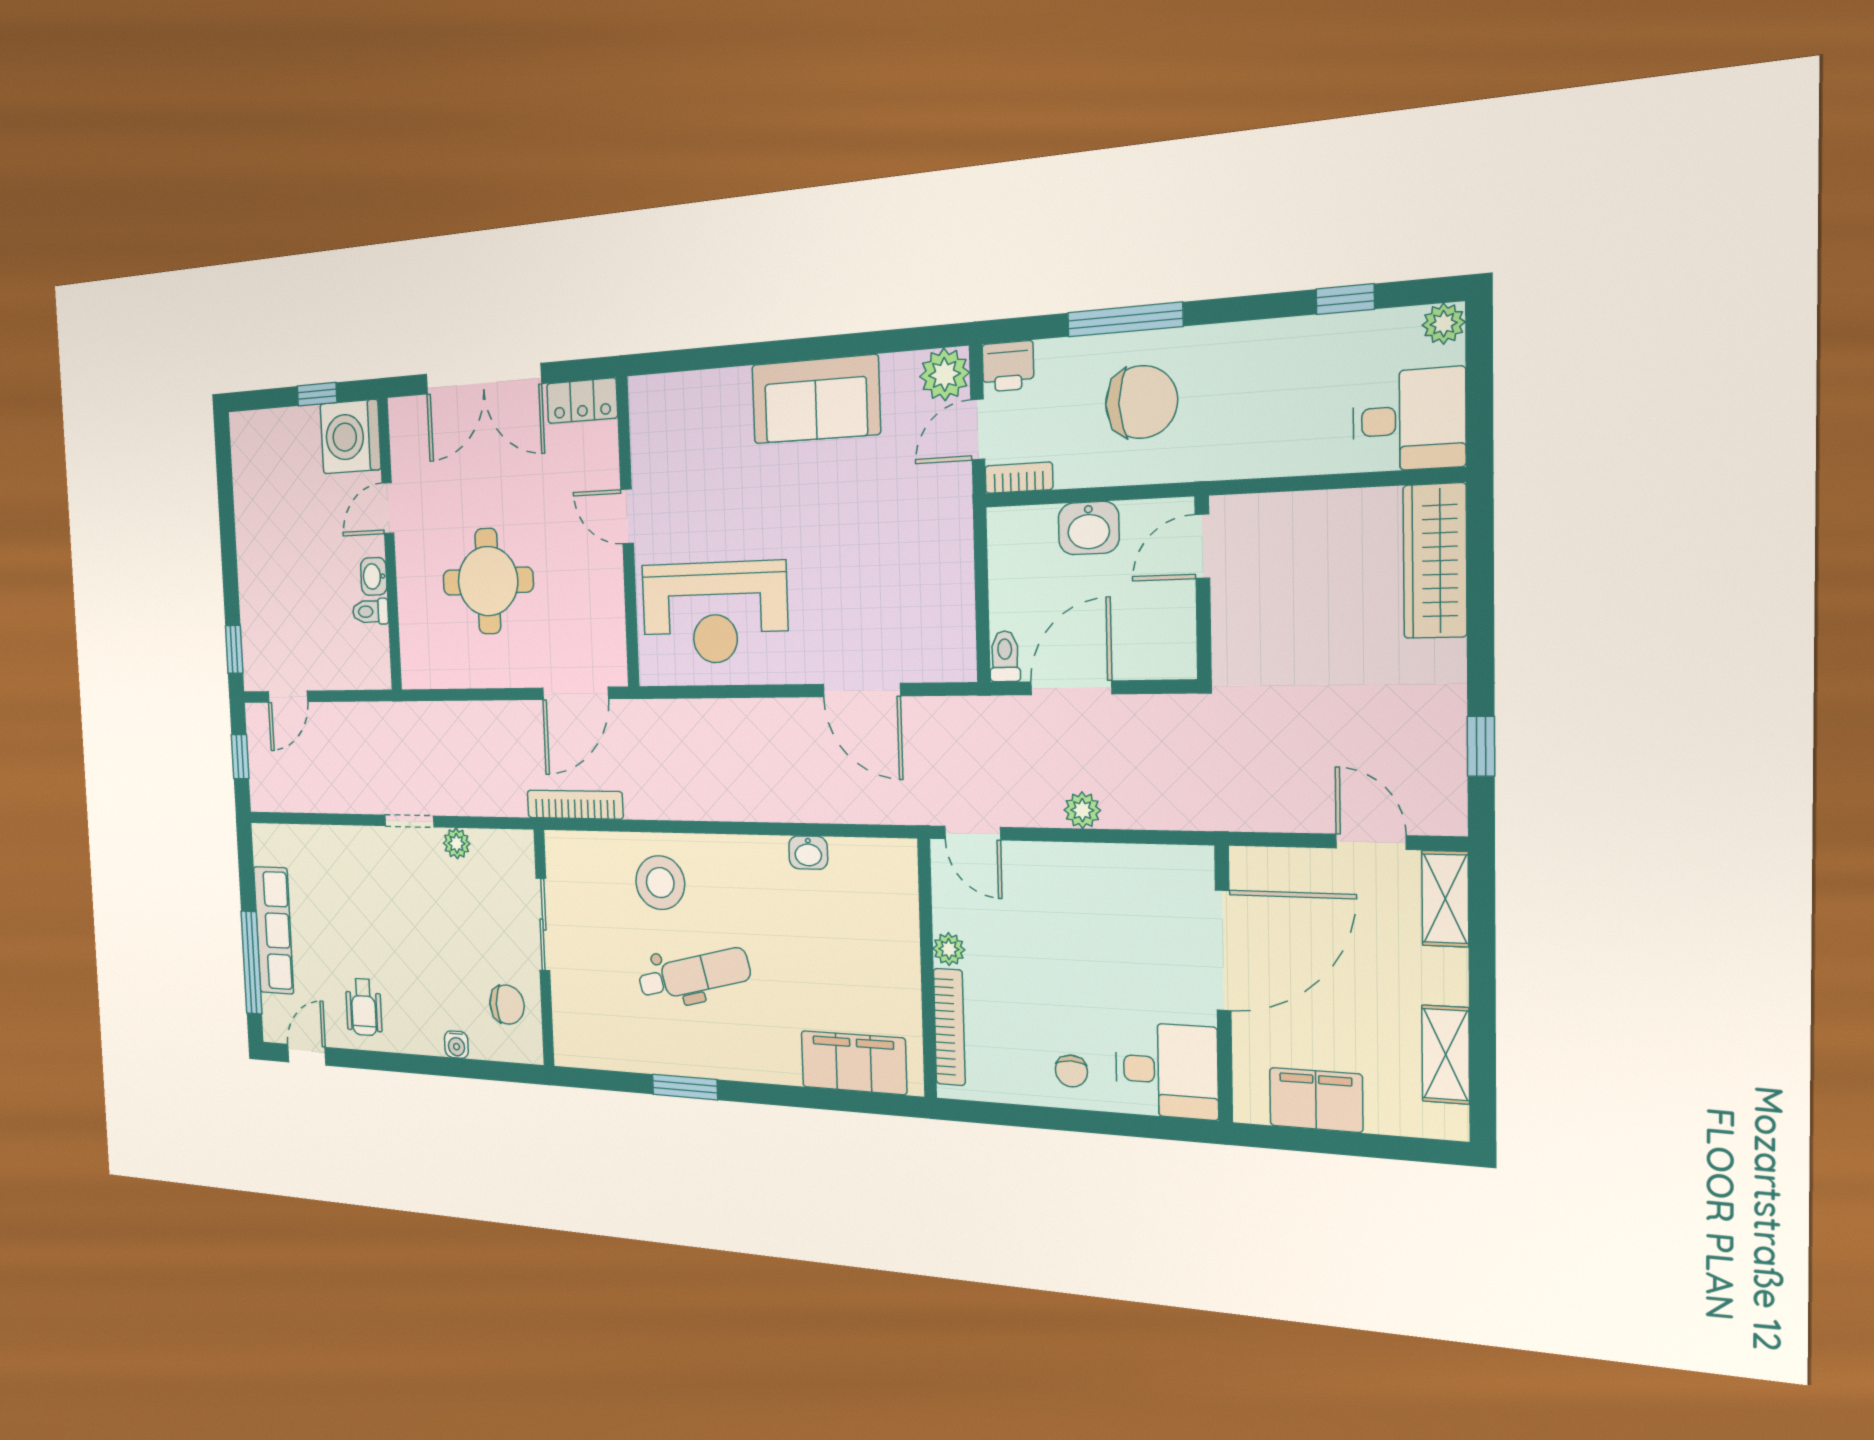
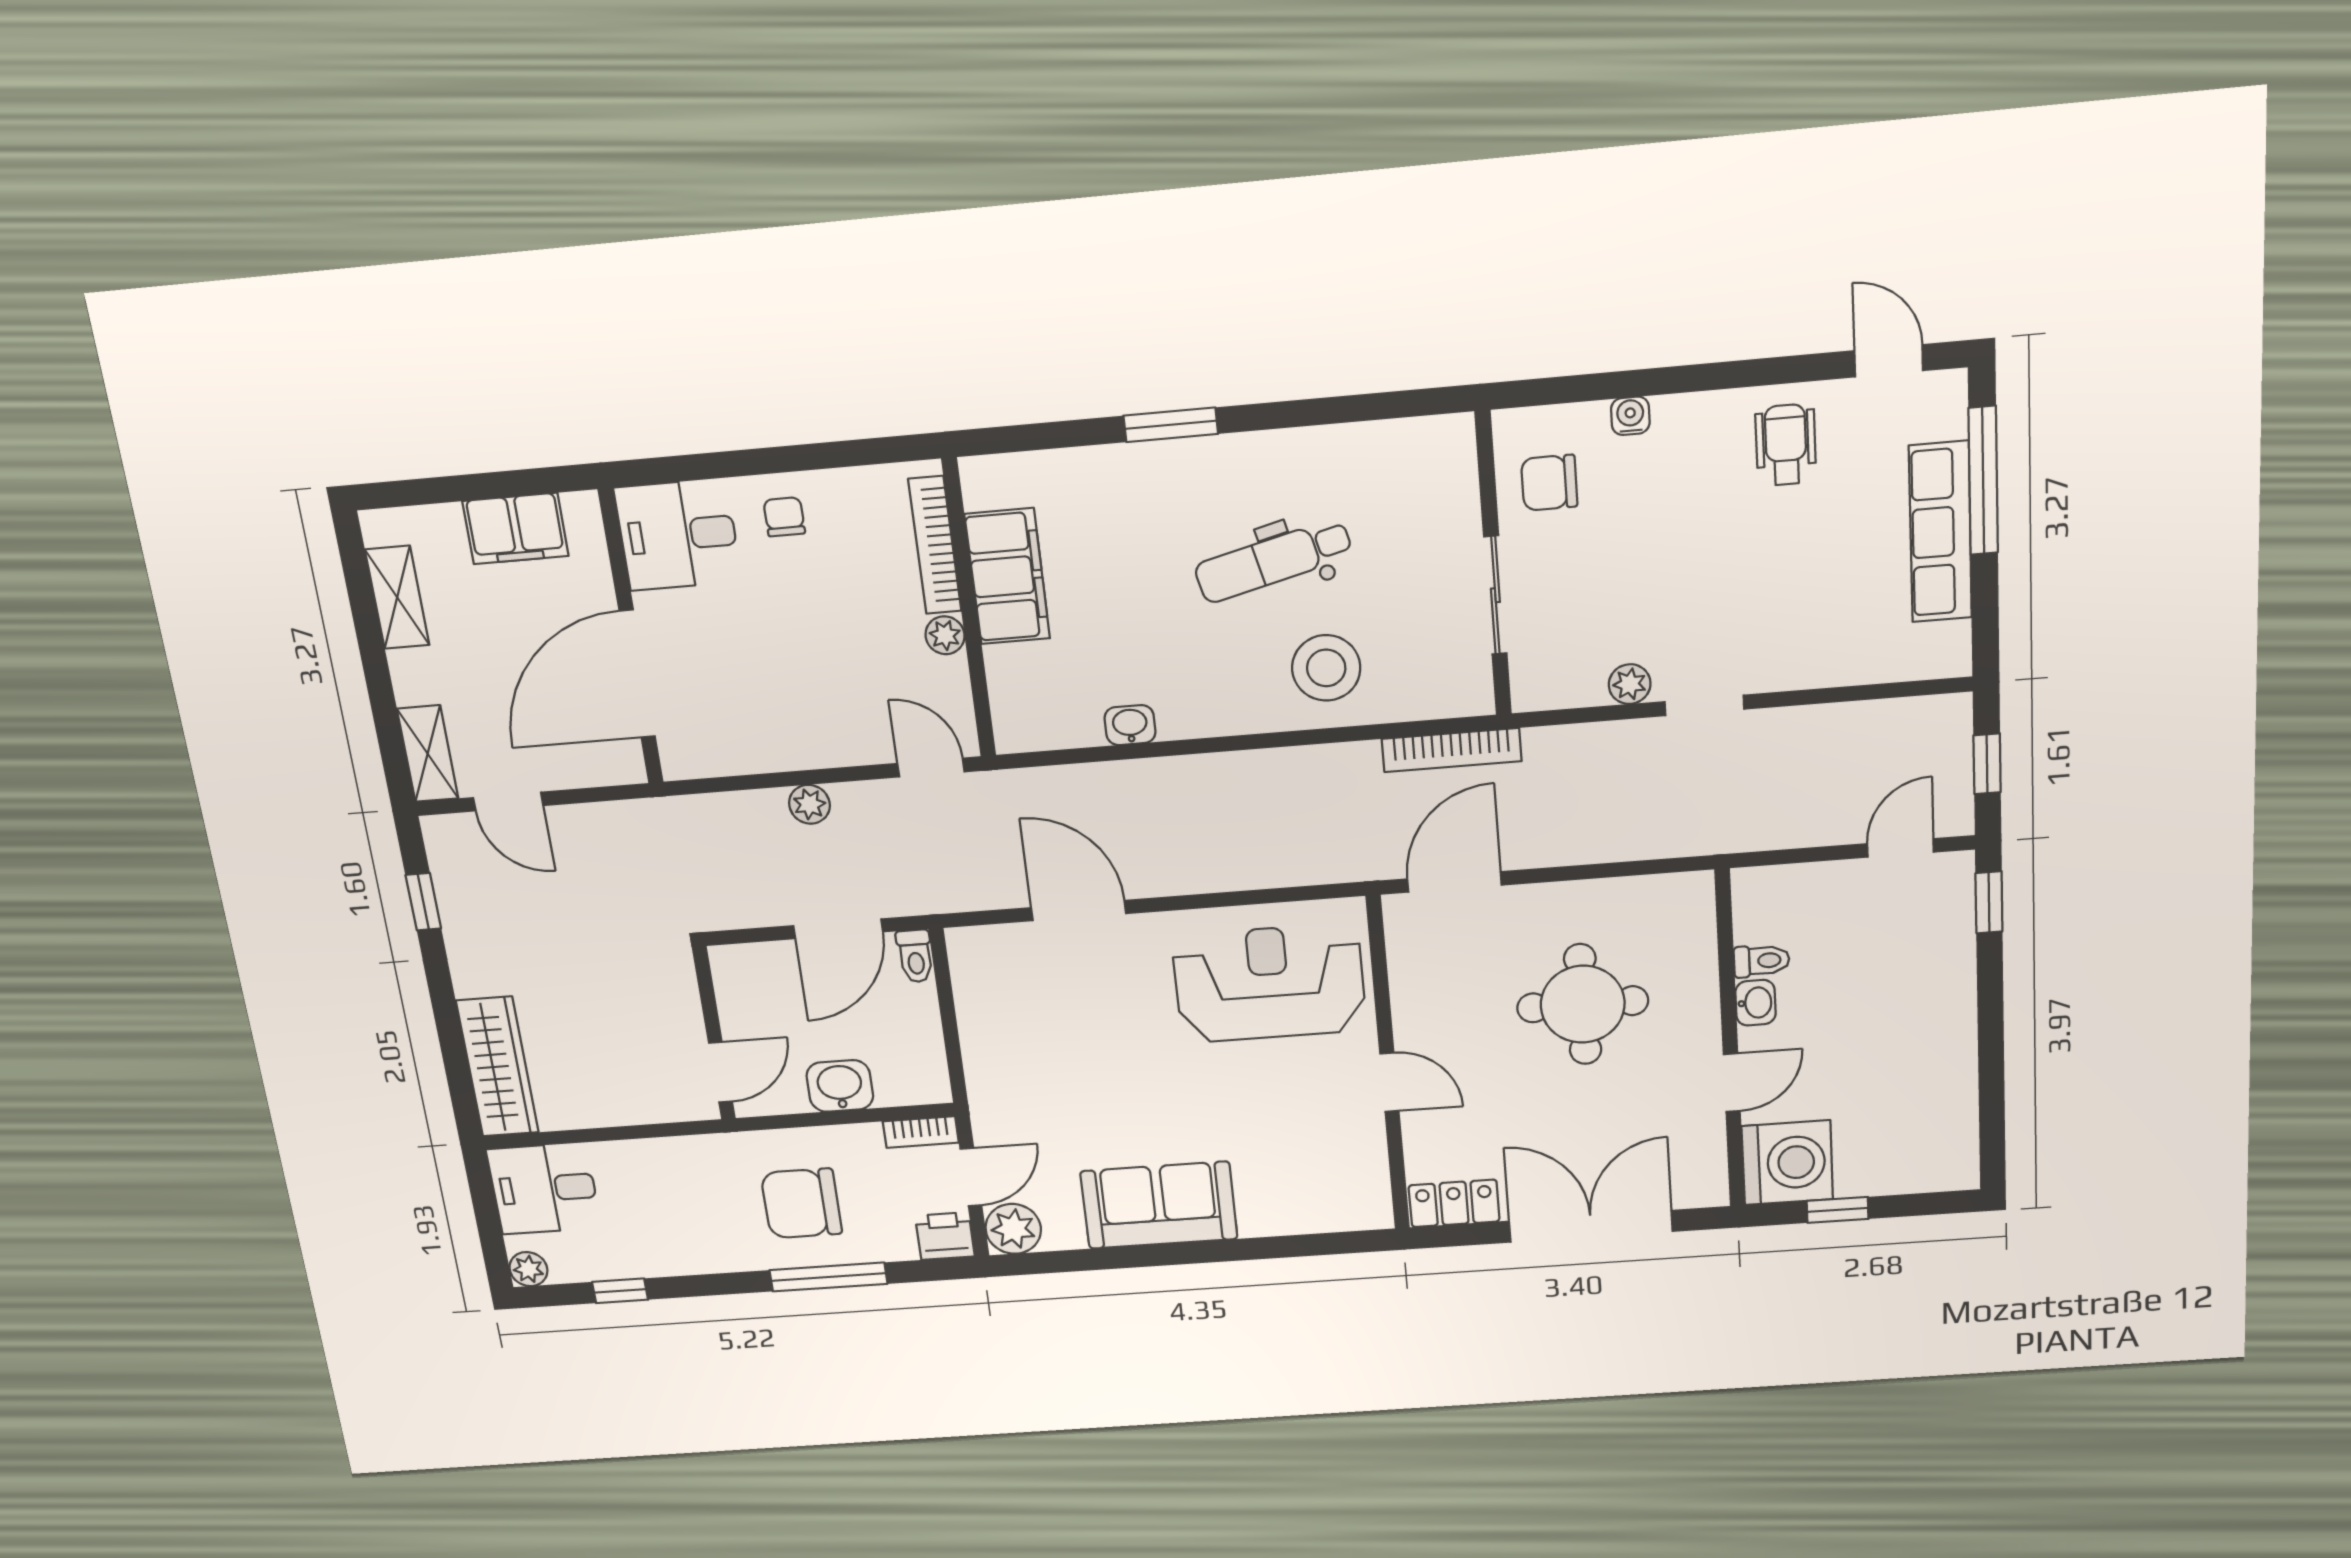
door: (307, 1055) -> (1889, 361), swing flipped
filing cabinet: (854, 1063) -> (1007, 576), moved, turned -90
window: (685, 1087) -> (1171, 425), moved

